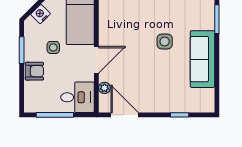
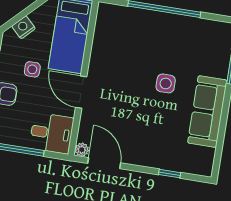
door: (96, 60) -> (81, 92), swing flipped
plant: (104, 88) -> (82, 150), moved

